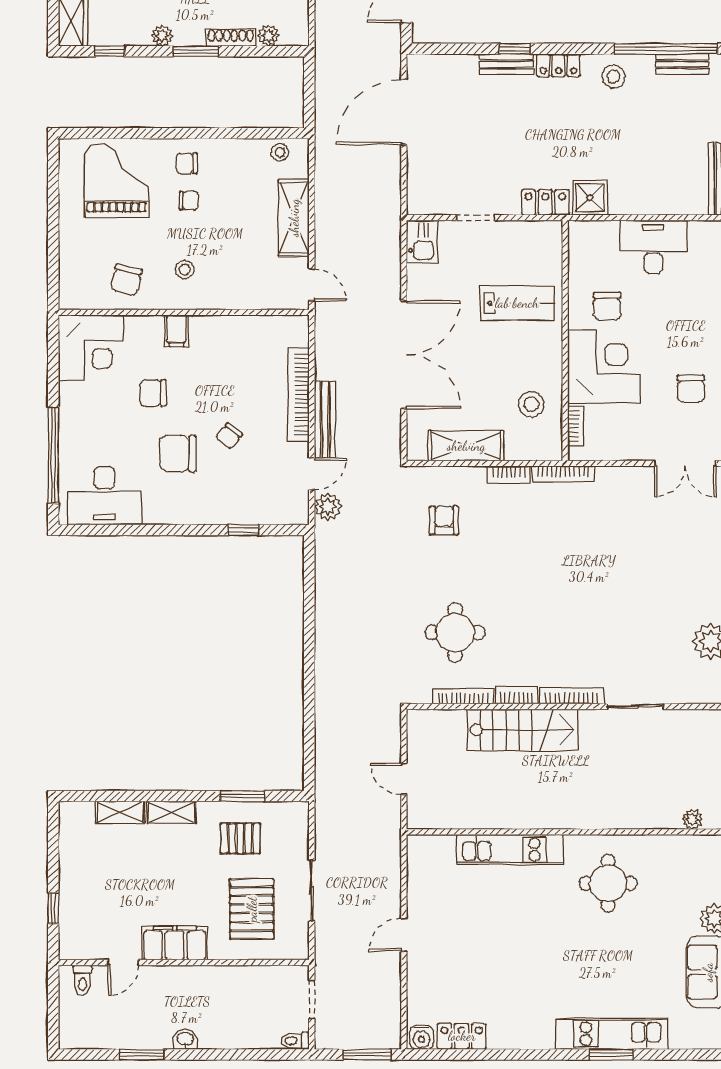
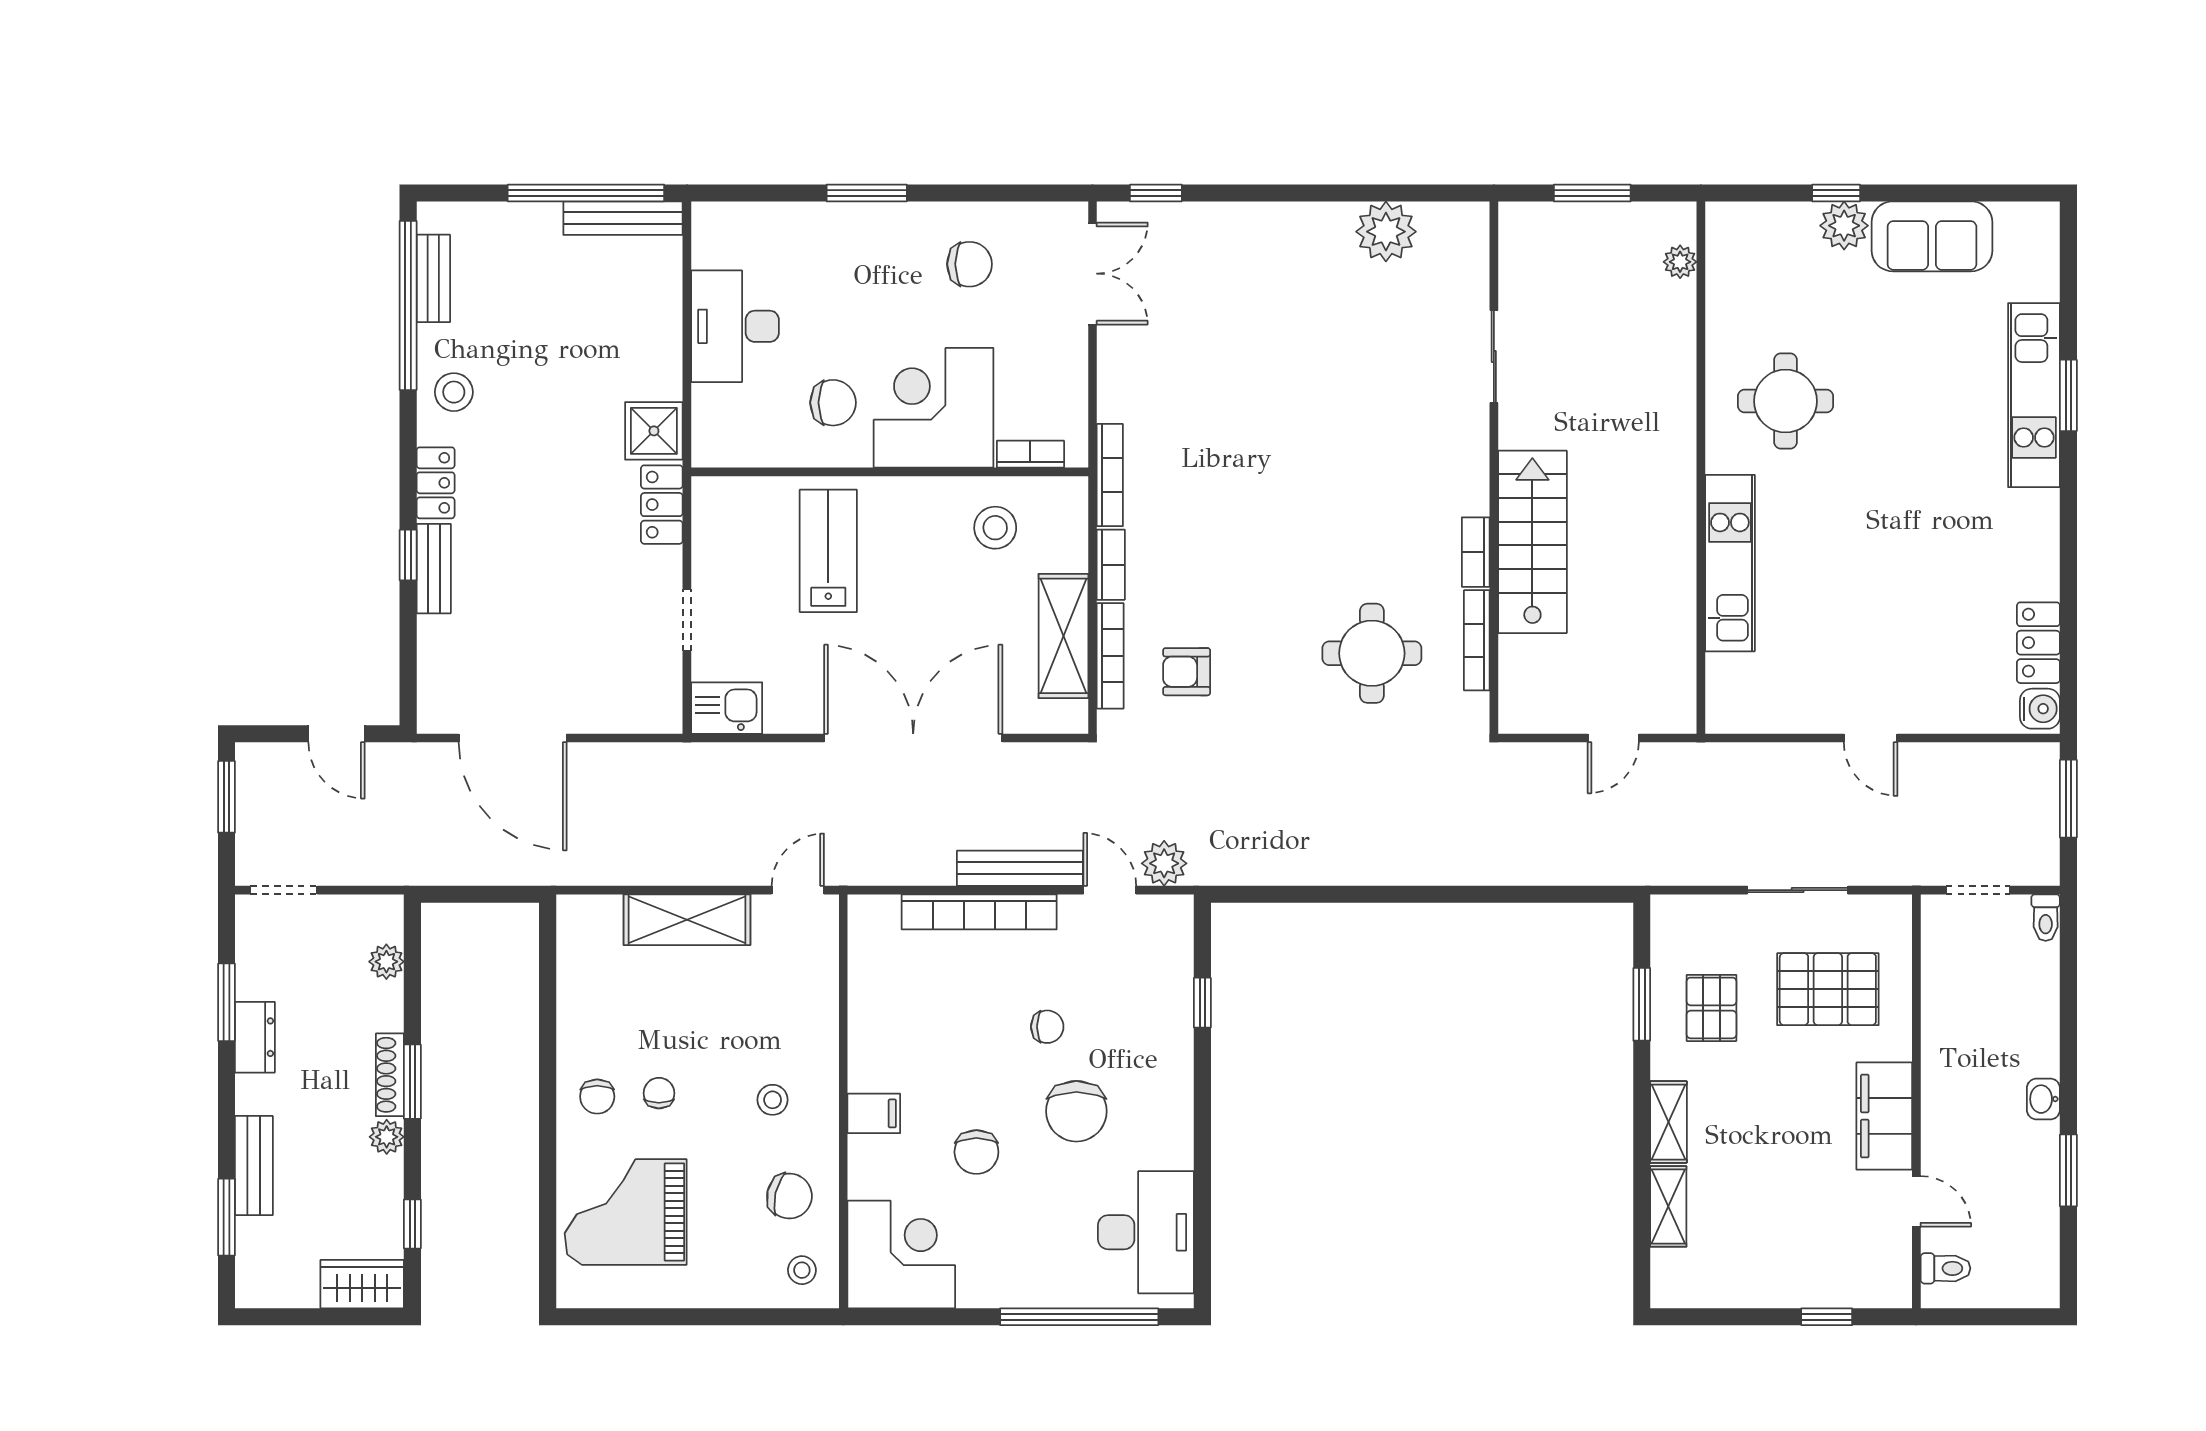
shoe rack: (231, 38) -> (390, 1075), moved
stool: (280, 152) -> (802, 1270), moved
chair: (229, 436) -> (1047, 1027), turned -39
bookcase: (572, 696) -> (1110, 656), moved, turned 180

